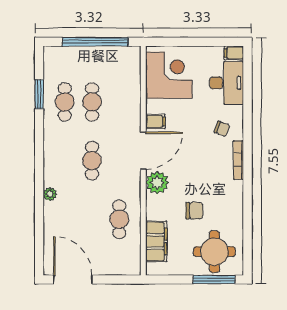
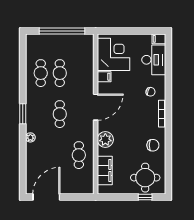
window: (39, 94) -> (23, 114), moved
filing cabinet: (155, 122) -> (104, 77), moved
plant: (157, 183) -> (105, 140), moved
chair: (194, 211) -> (153, 145), moved
door: (73, 279) -> (46, 197), hinge flipped
window: (214, 279) -> (145, 197), width x0.46

